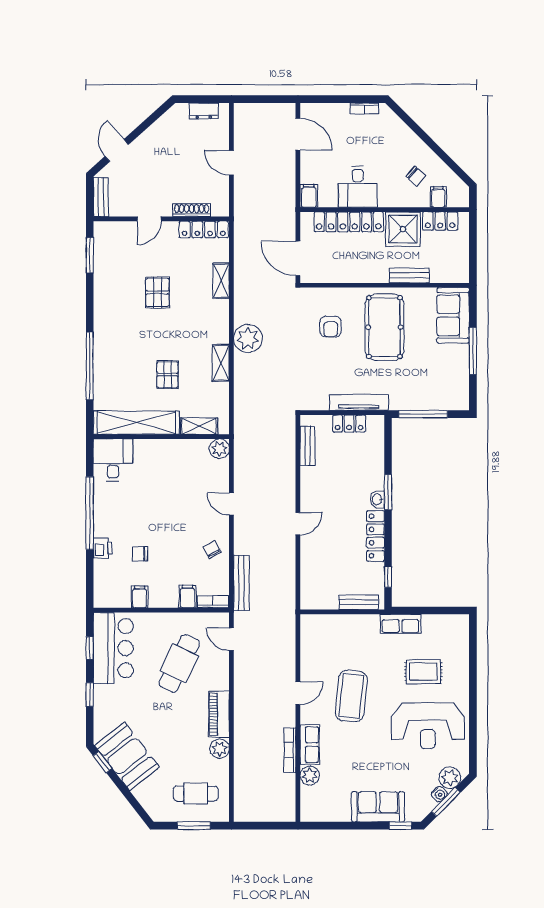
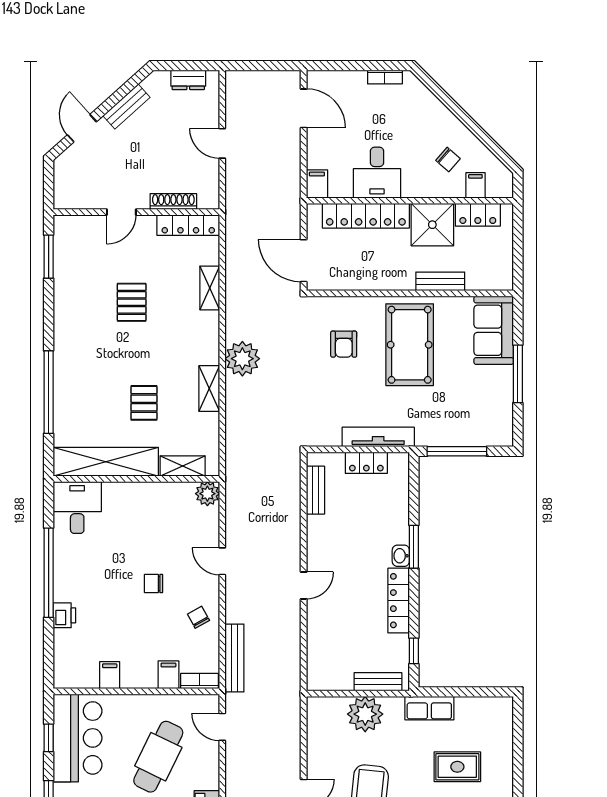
bench: (101, 197) -> (126, 107), moved, turned 48
chair: (140, 554) -> (154, 583), moved
plant: (348, 629) -> (365, 714), added

